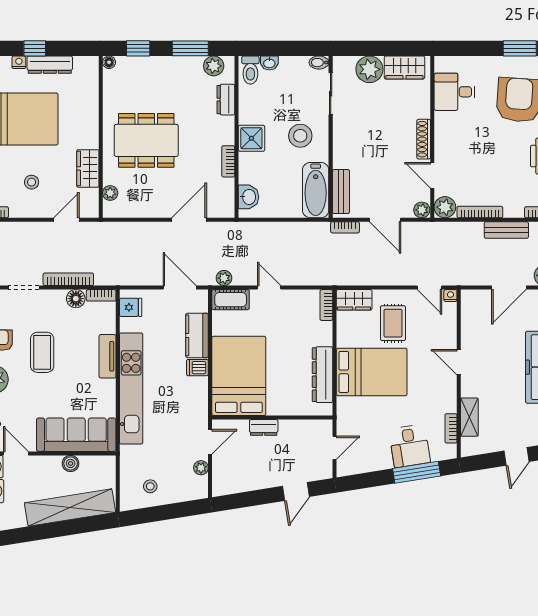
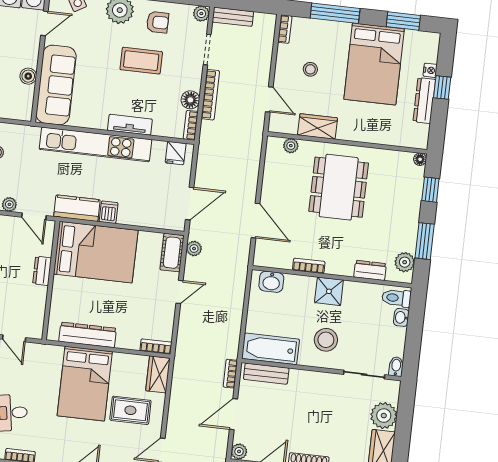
kitchen counter: (197, 335) -> (77, 208), moved

